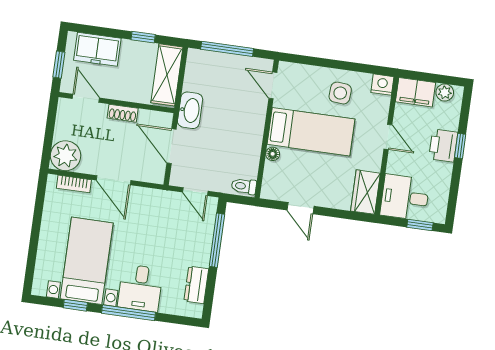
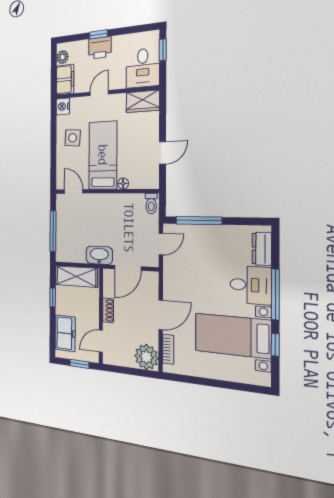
door: (273, 85) -> (74, 192), swing flipped
dresser: (196, 285) -> (262, 249), moved, turned 90

